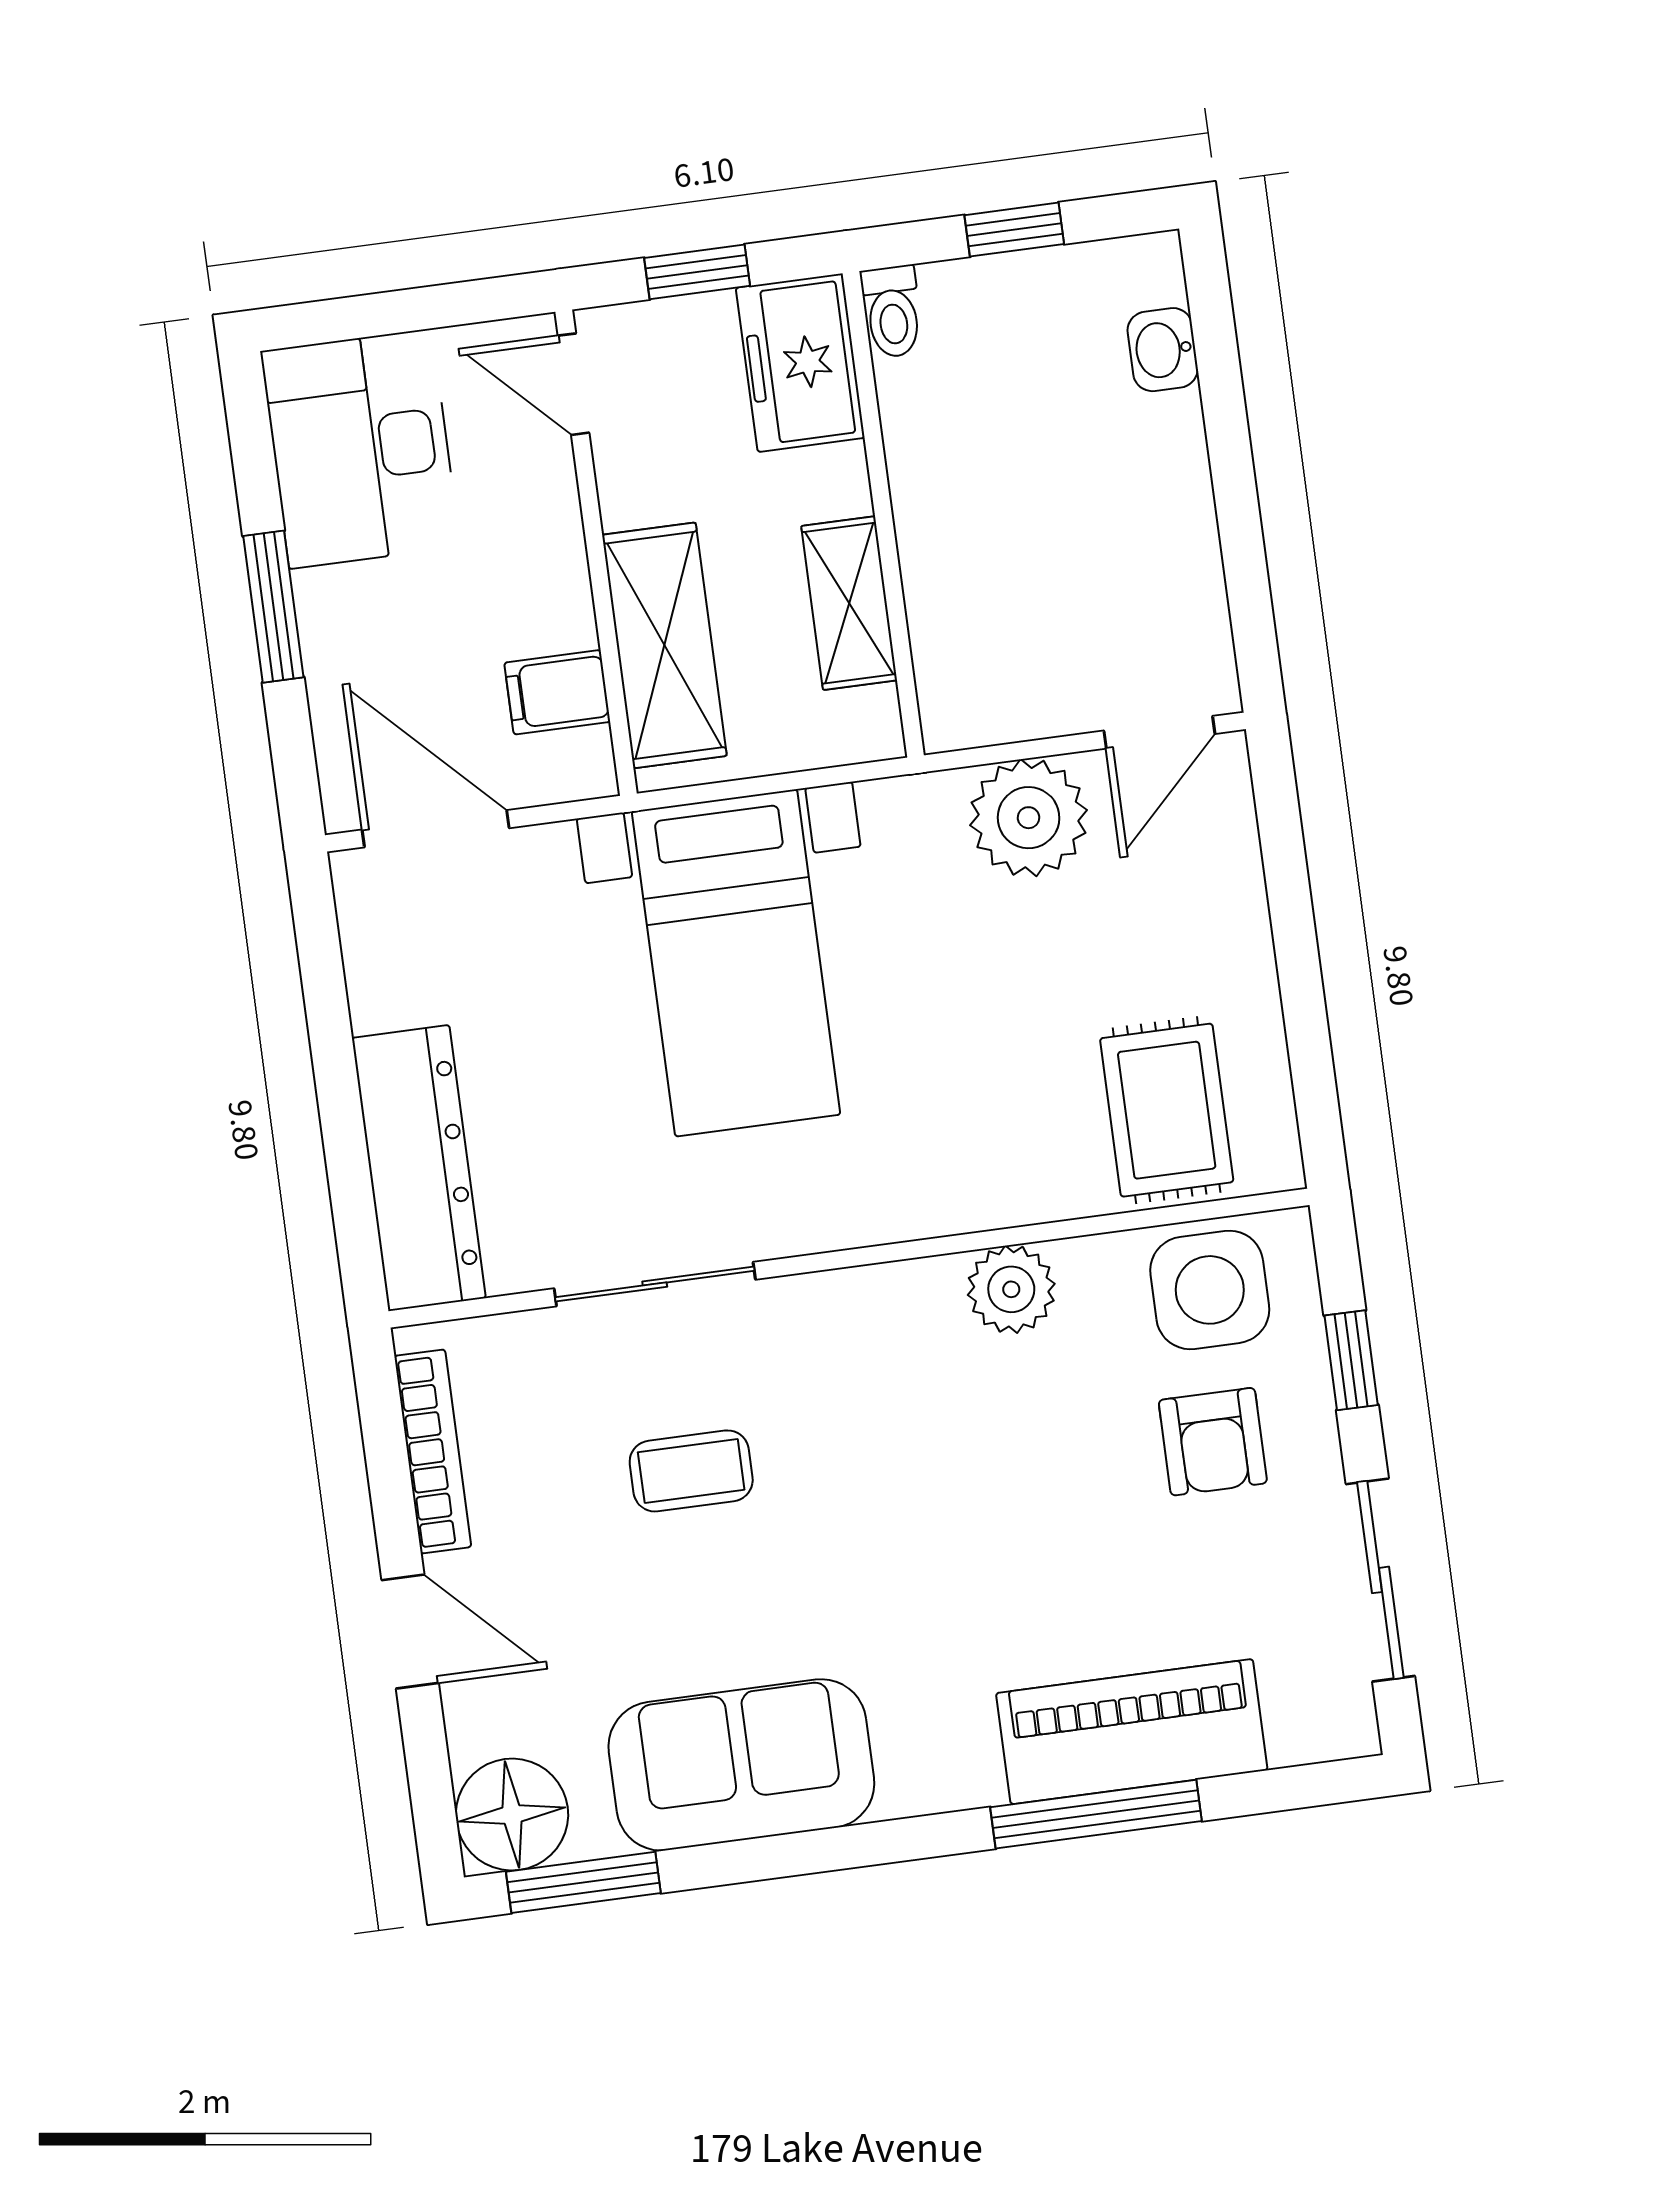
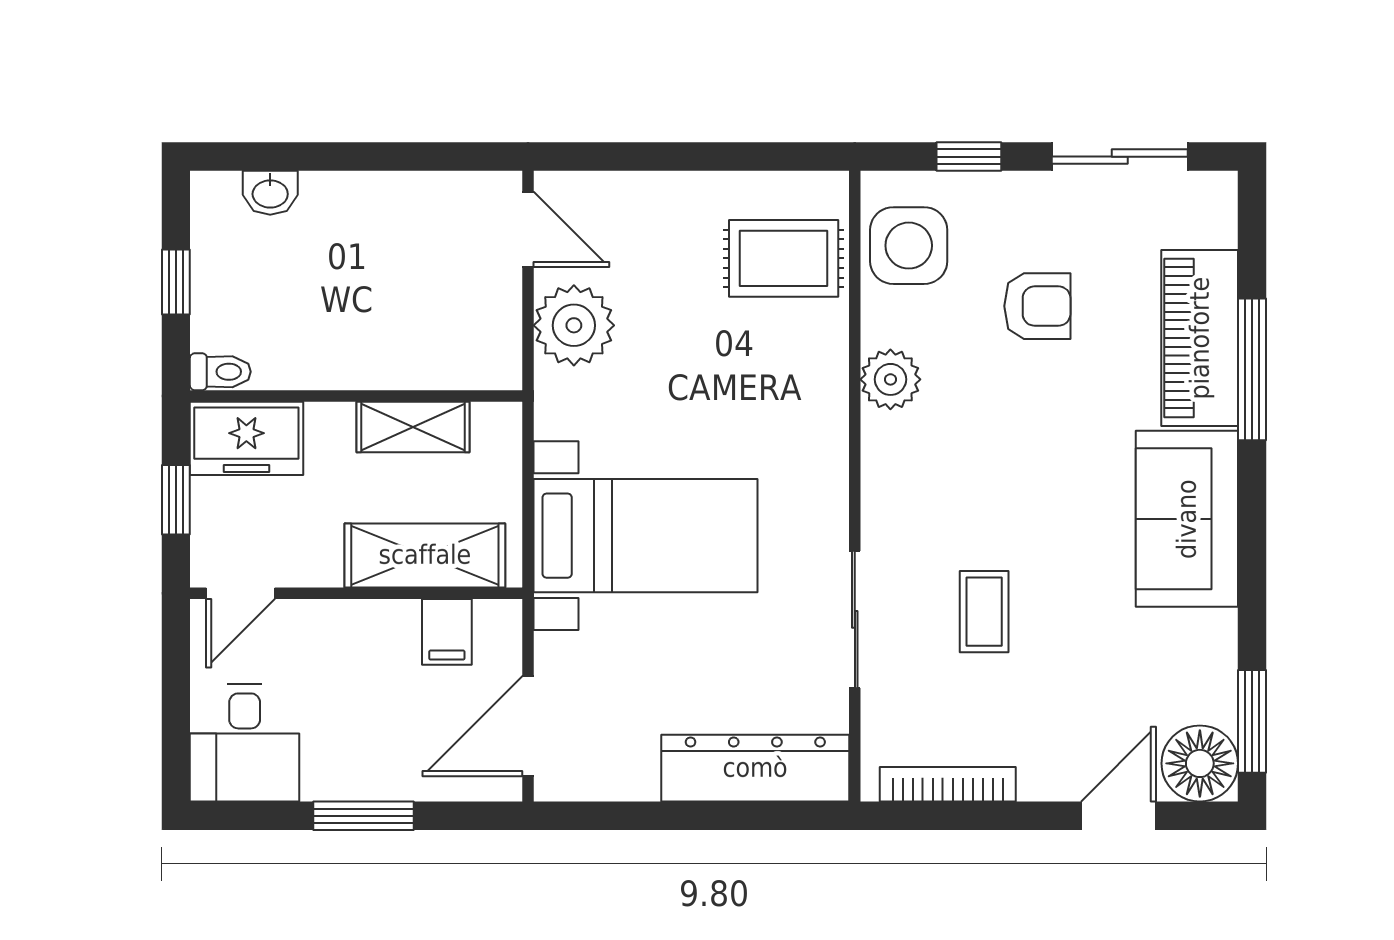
desk: (360, 449) -> (245, 743), width x0.73
armchair: (1213, 1442) -> (1037, 306), moved
door: (410, 1632) -> (1118, 816), moved
sofa: (741, 1765) -> (1187, 519), moved

